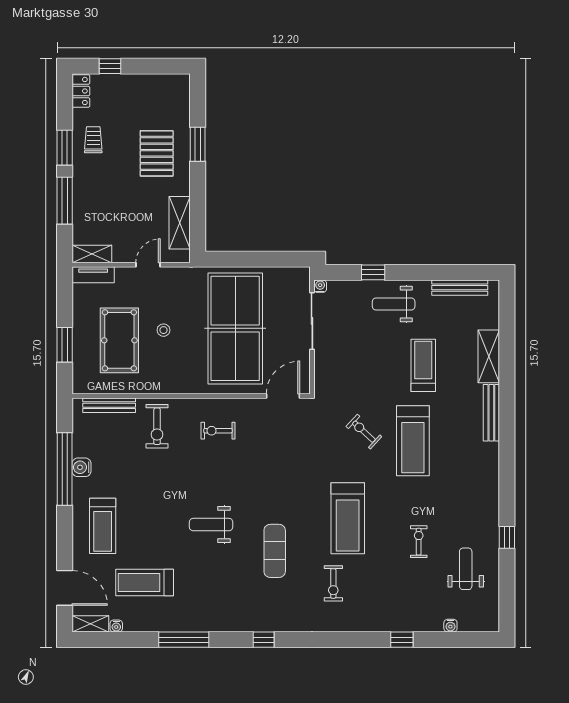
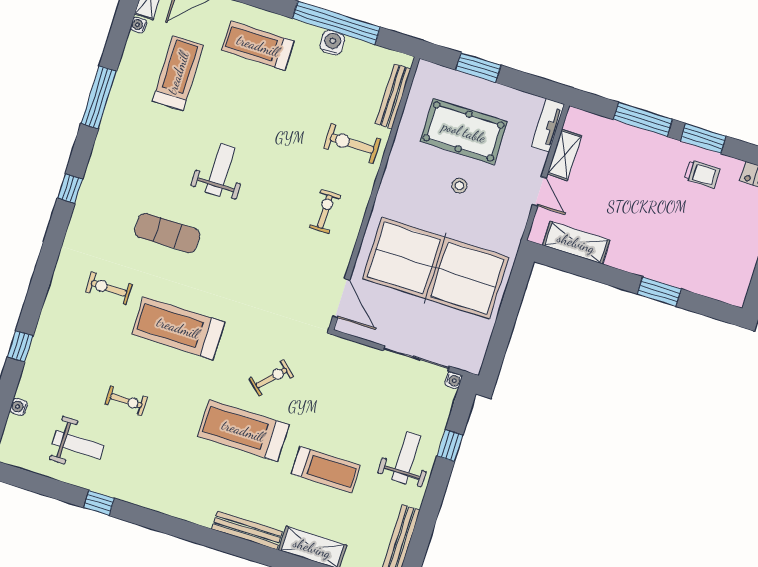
pallet: (157, 153) -> (664, 241), removed
shelving: (92, 254) -> (565, 155), moved

